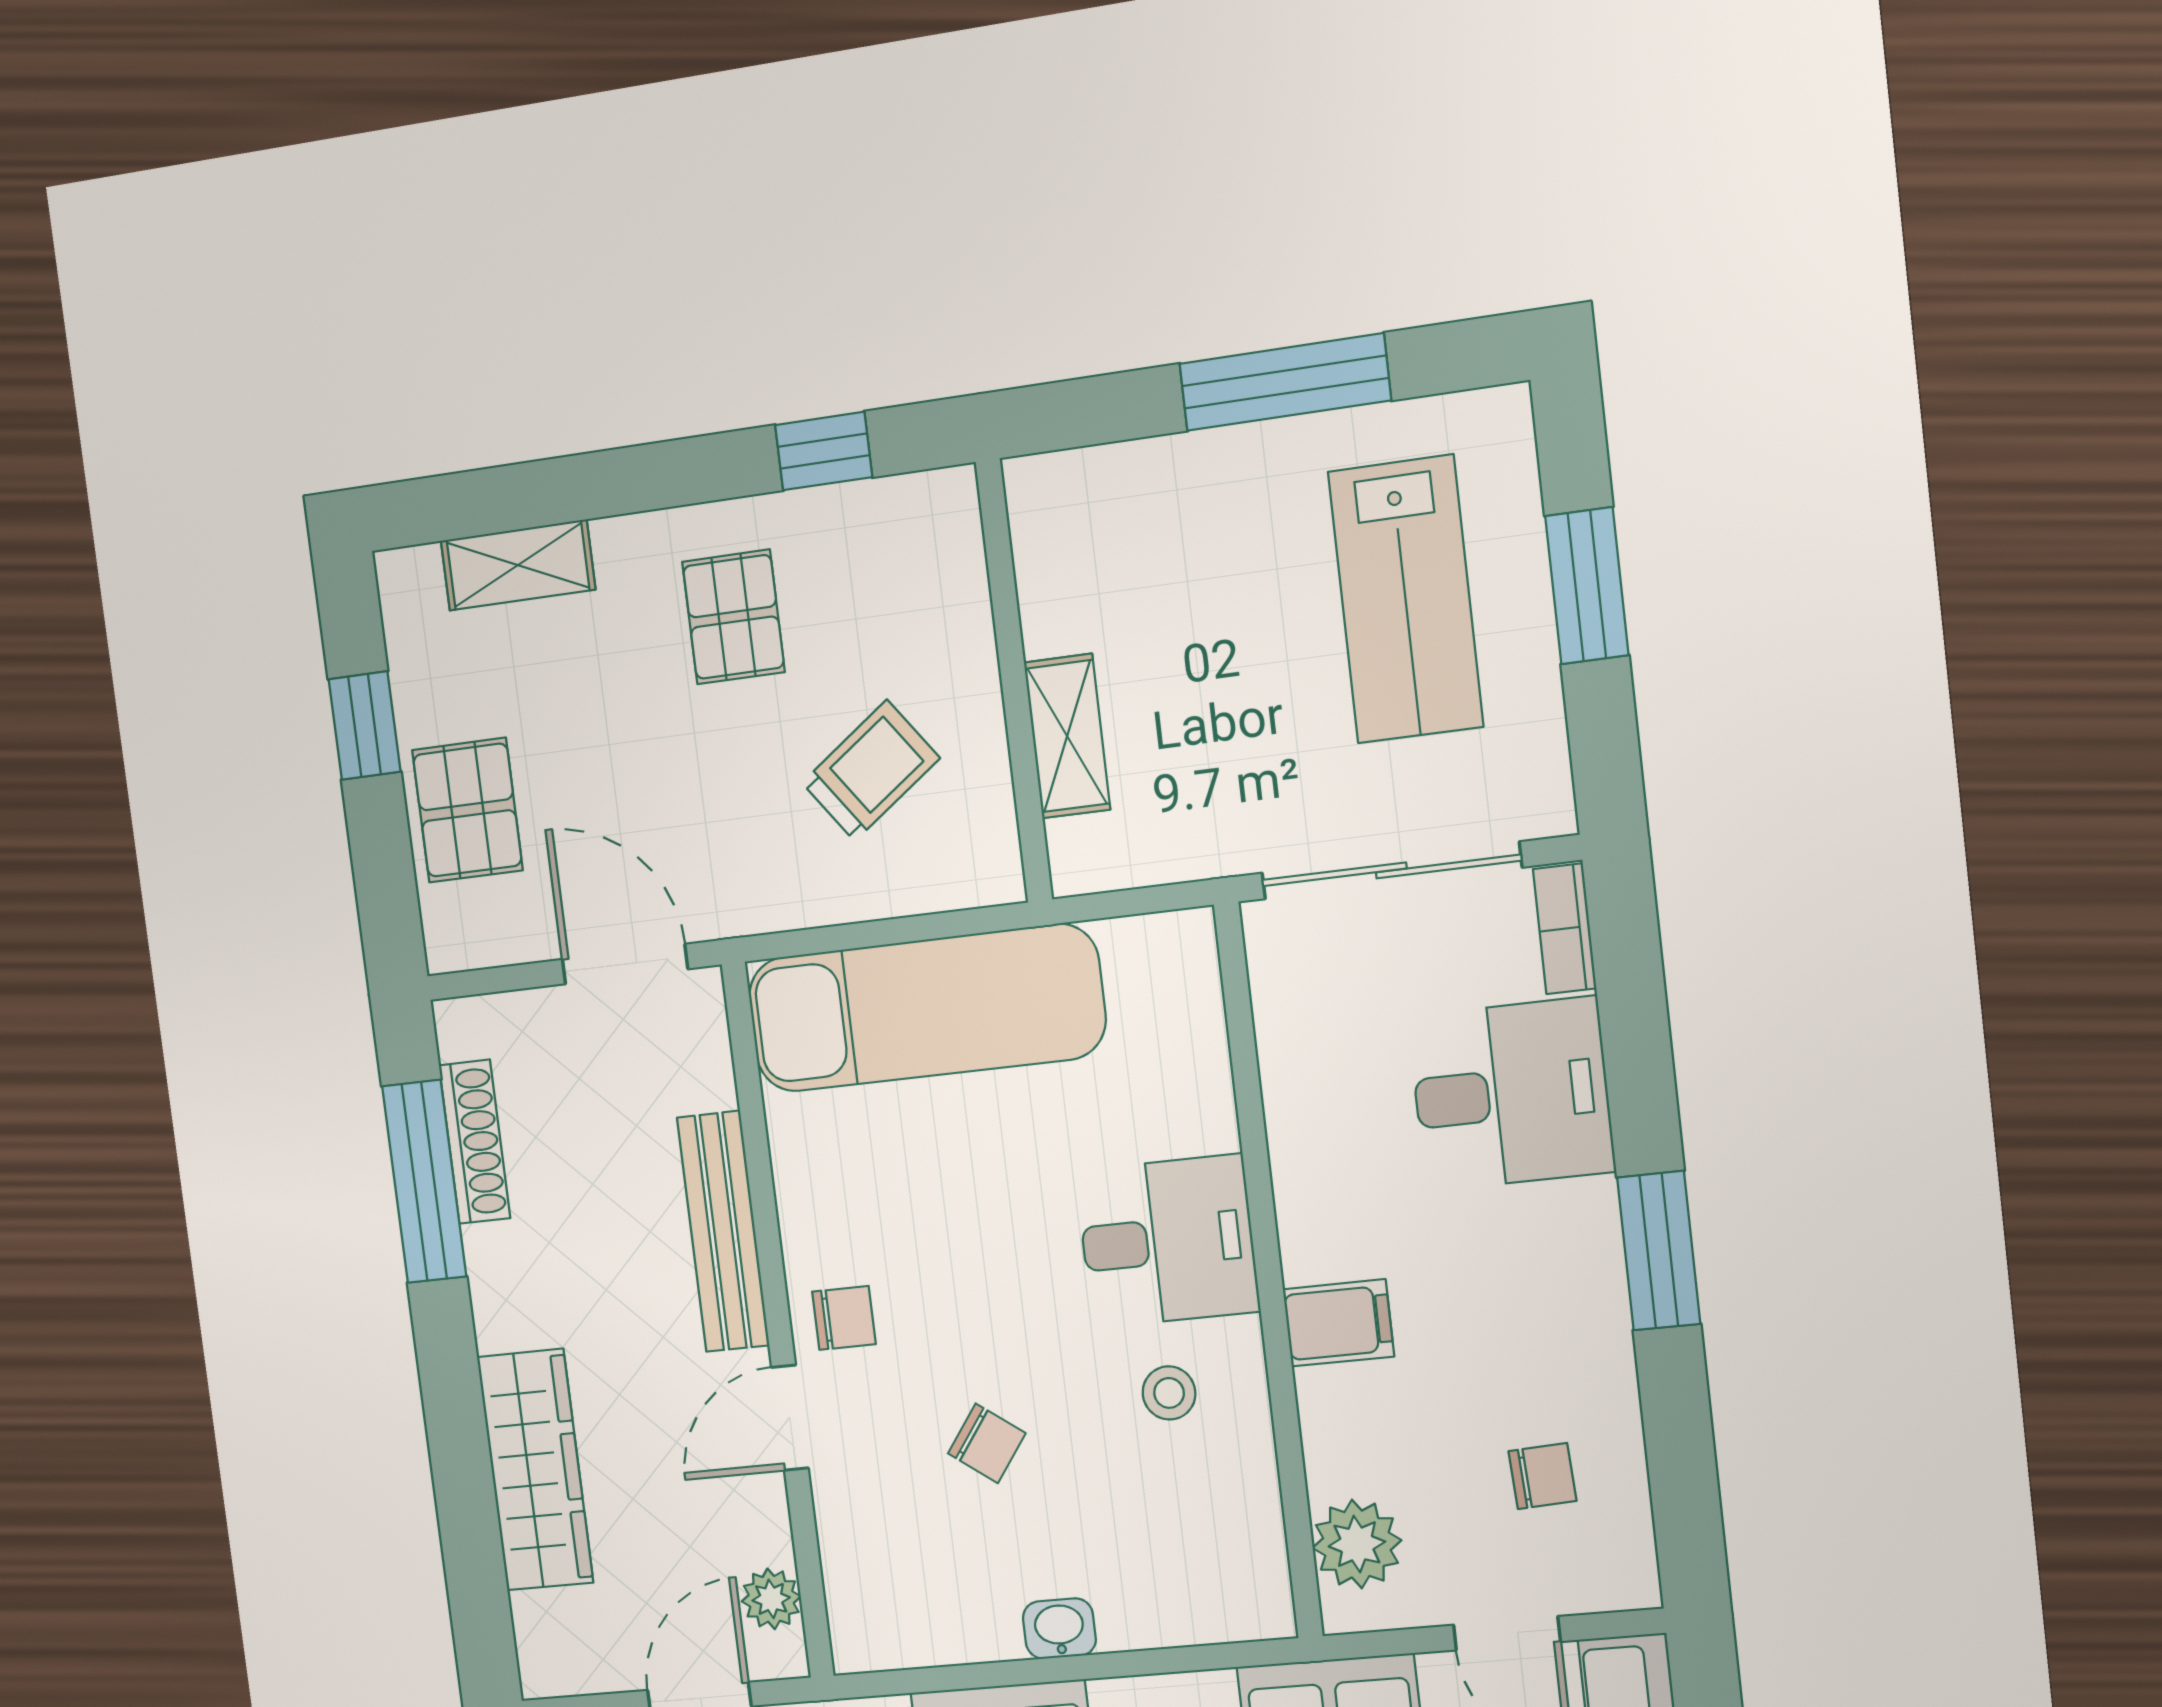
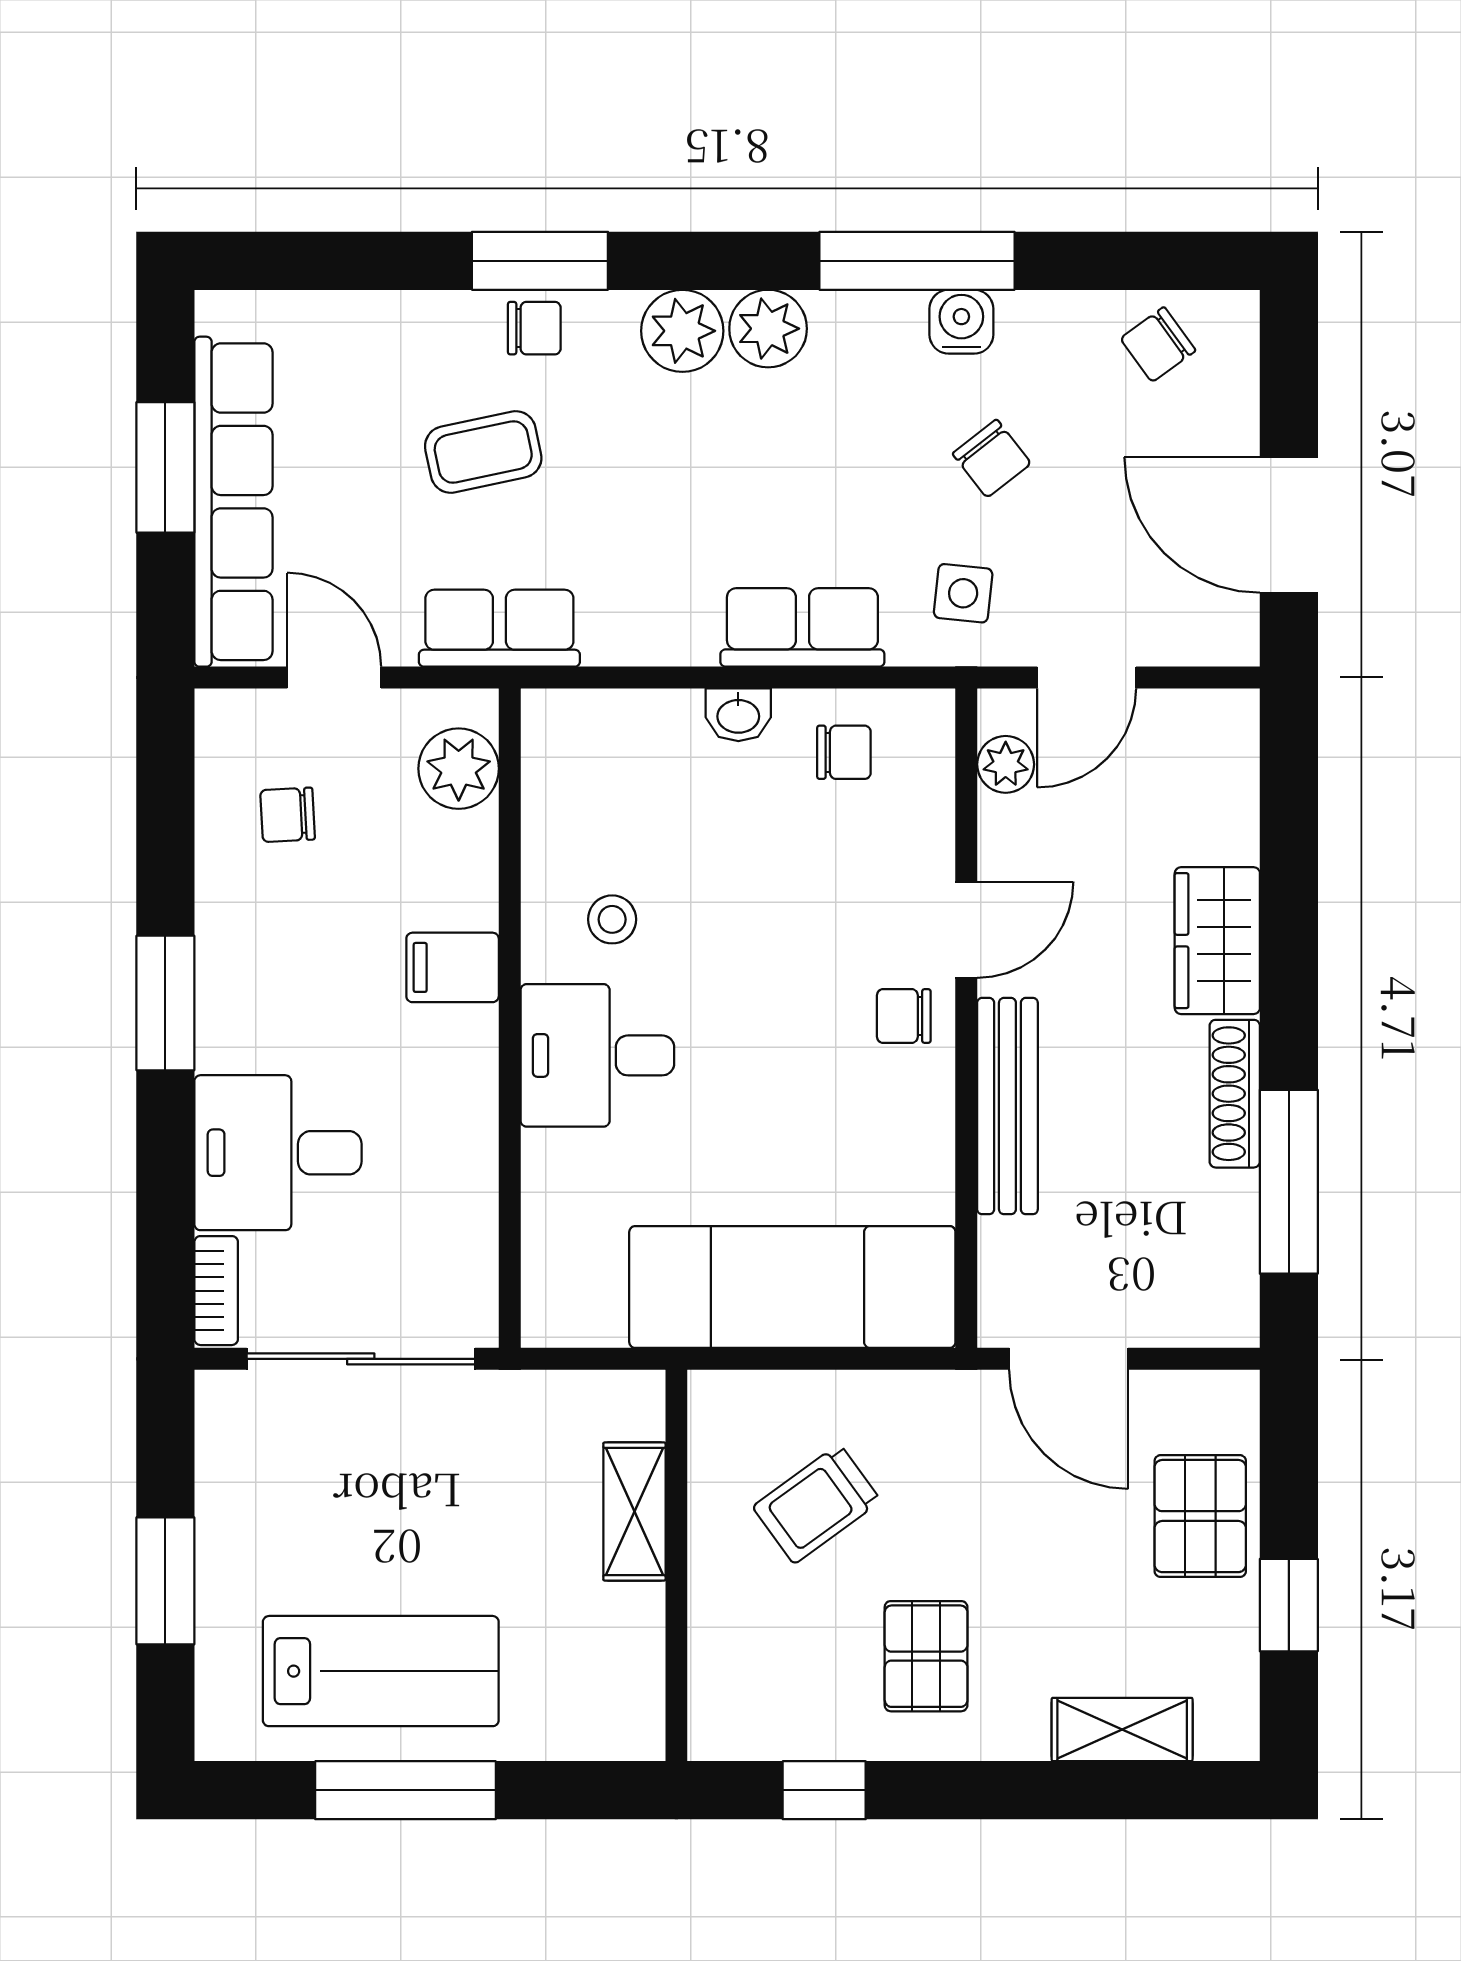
lab bench: (1406, 599) -> (381, 1671), moved, turned 90
shoe rack: (475, 1142) -> (1235, 1094), moved
chair: (987, 1443) -> (844, 752), moved, turned 144
wardrobe: (535, 1470) -> (1217, 941), width x0.67

